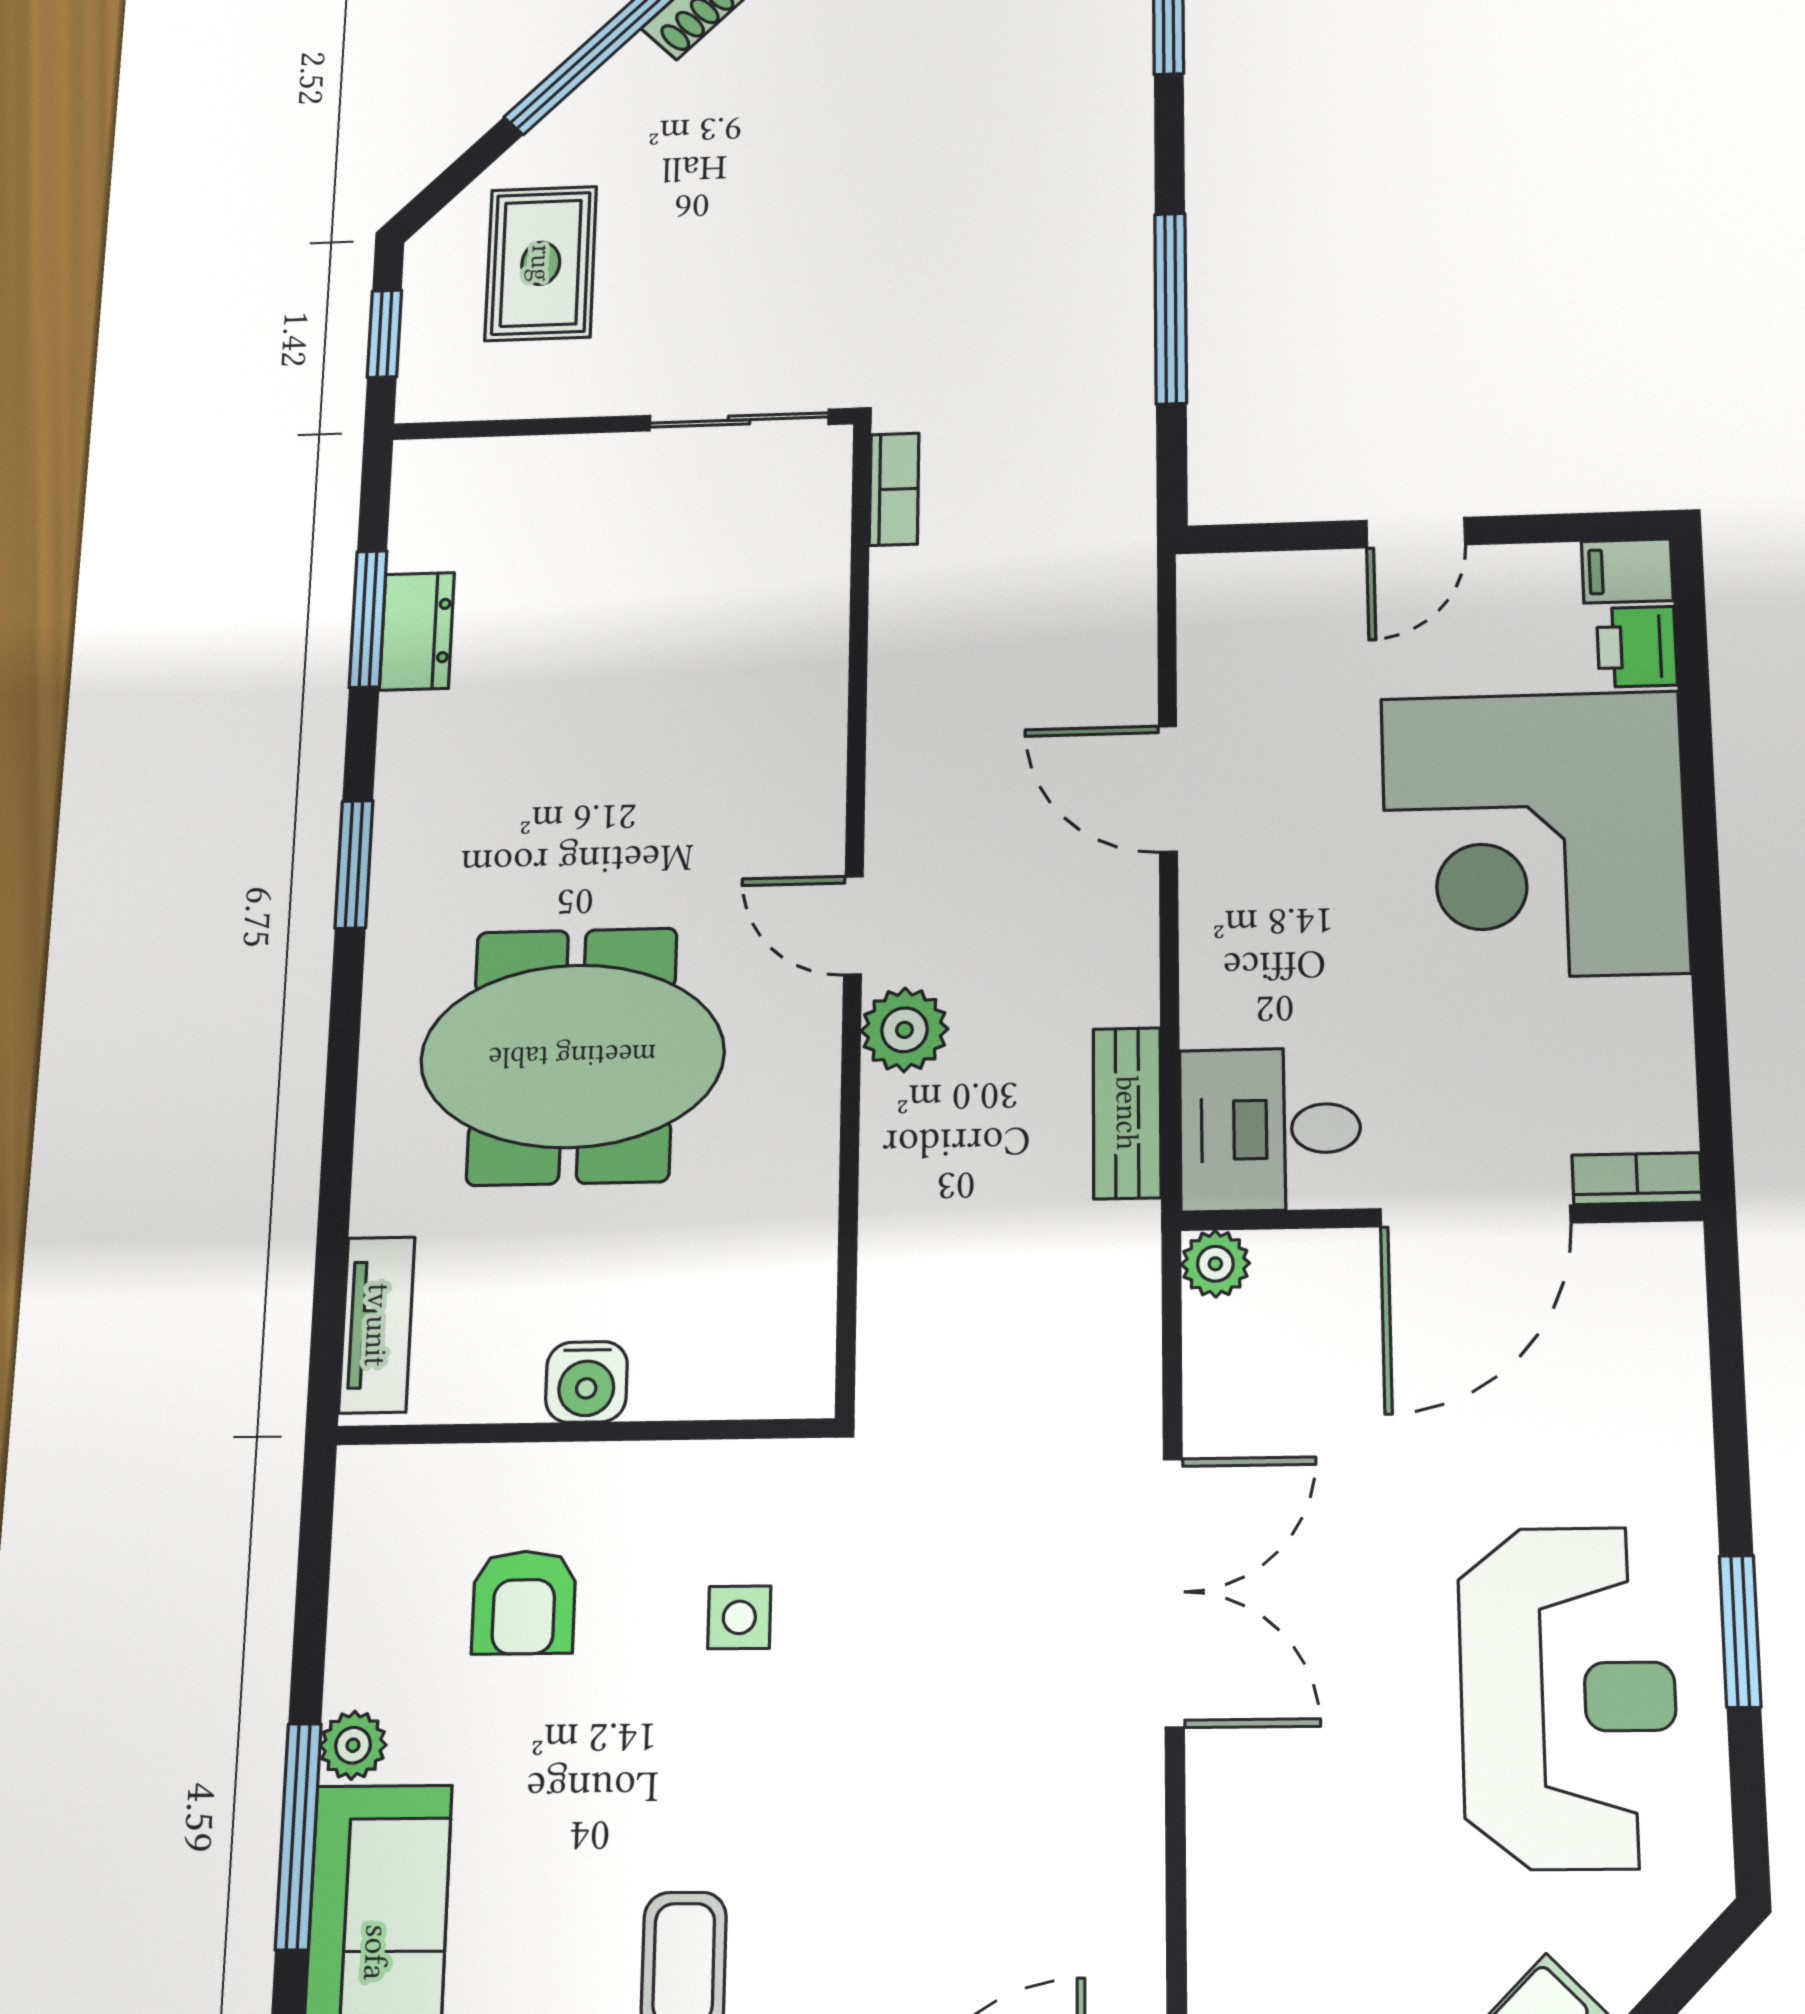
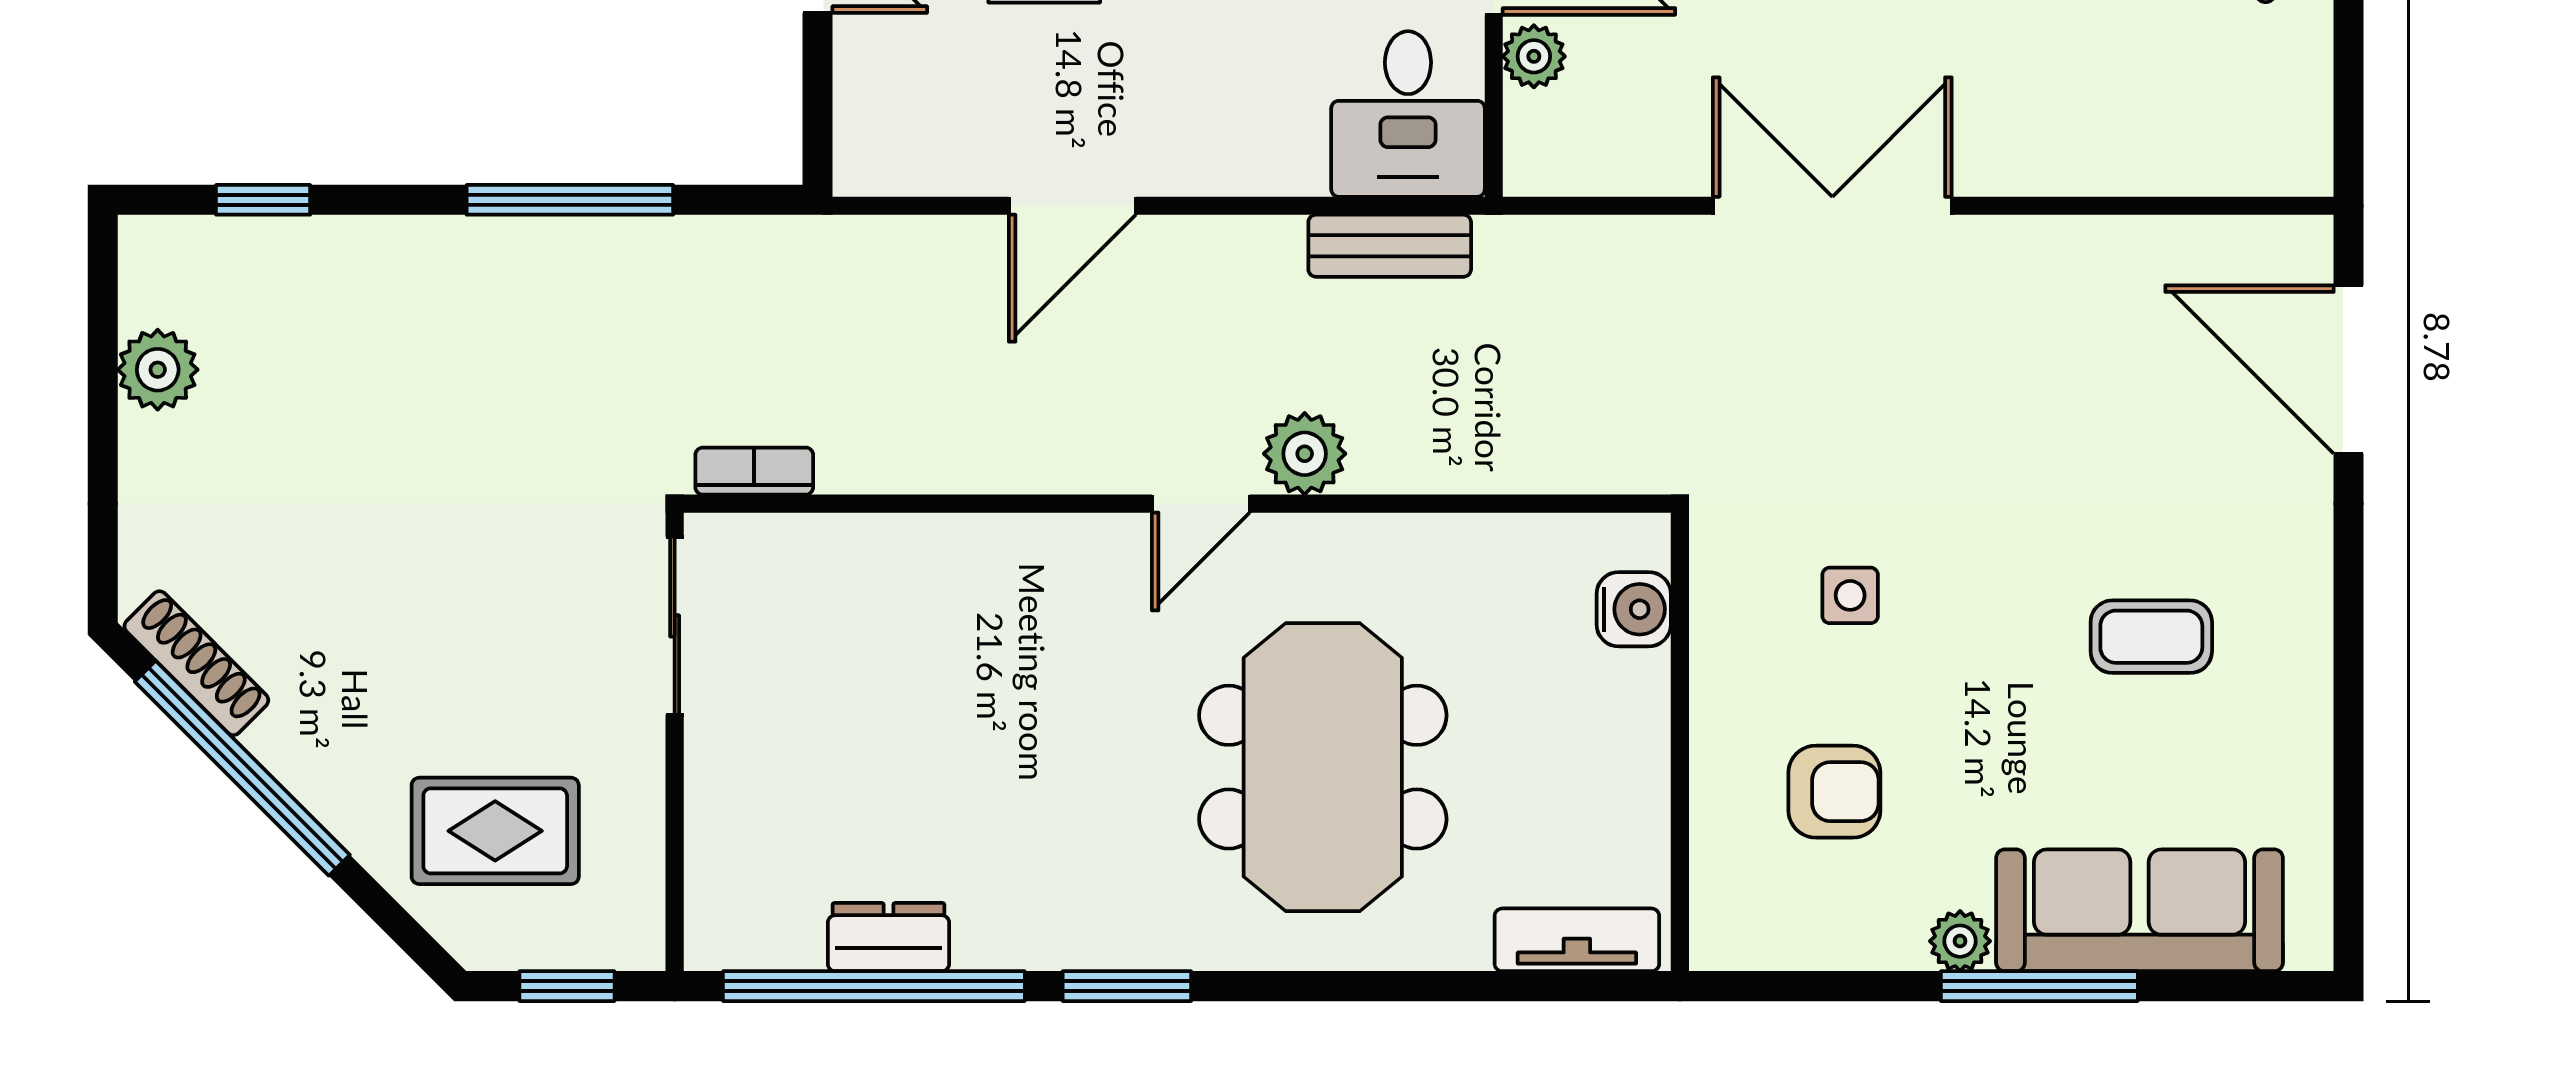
window: (368, 619) -> (874, 986), width x2.11
plant: (1215, 1264) -> (1534, 56), moved
water cooler: (586, 1382) -> (1634, 609), moved

